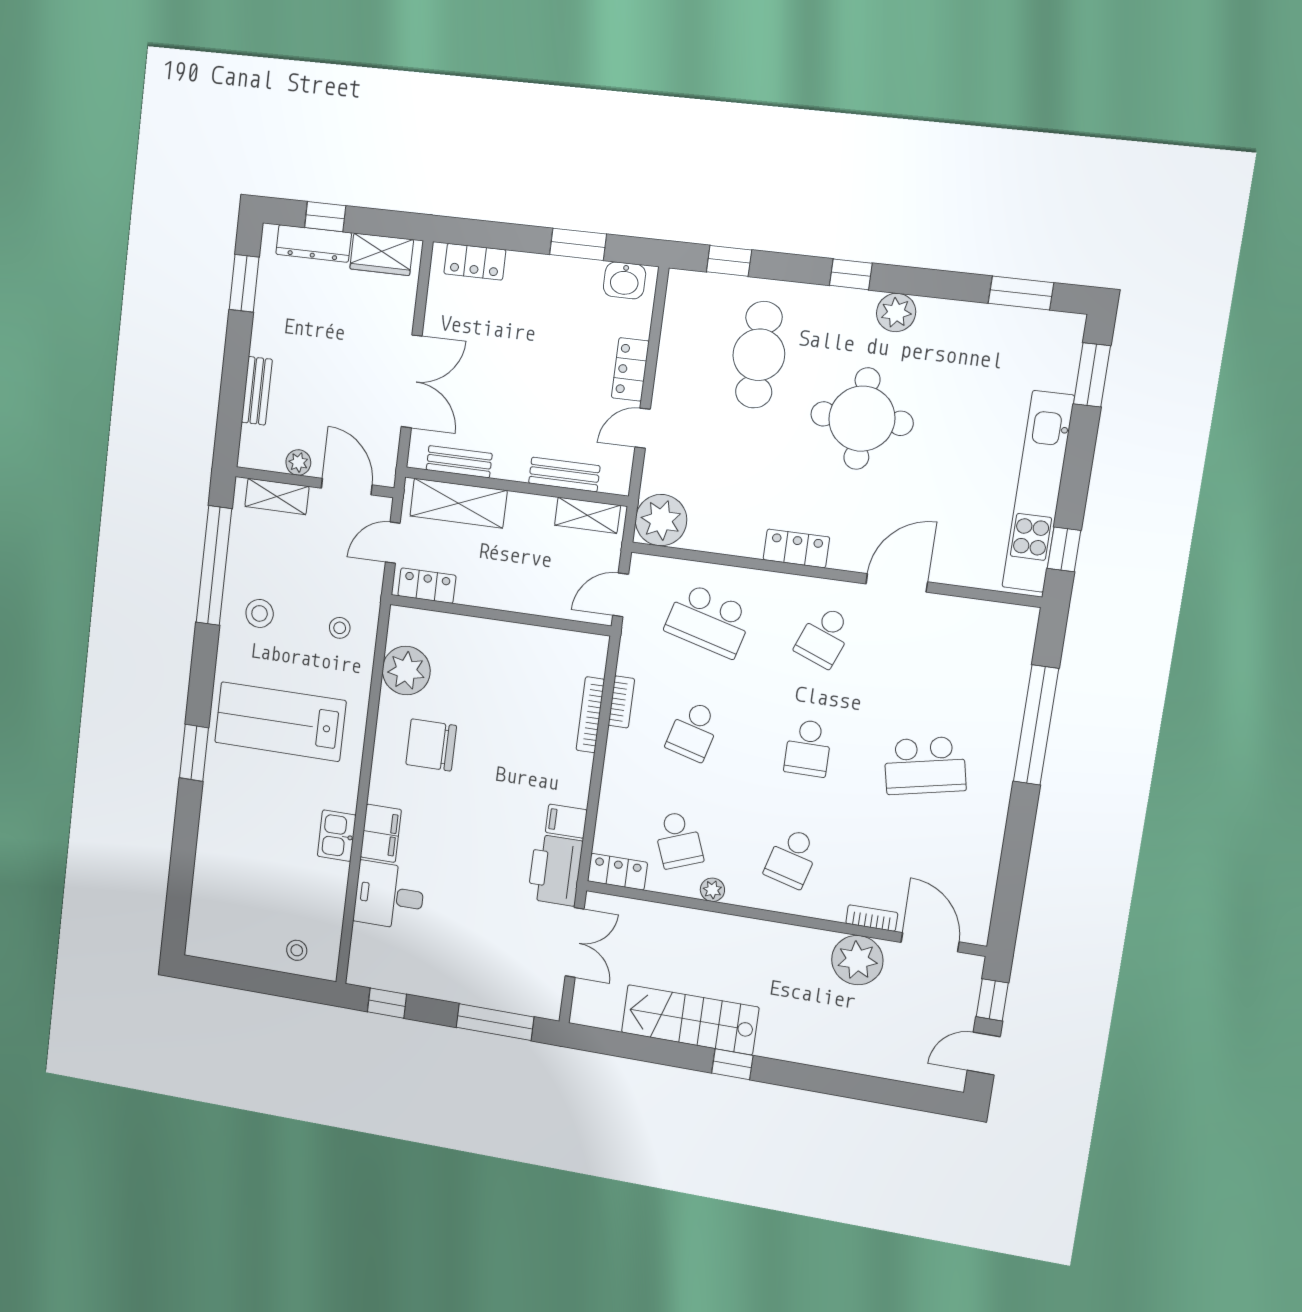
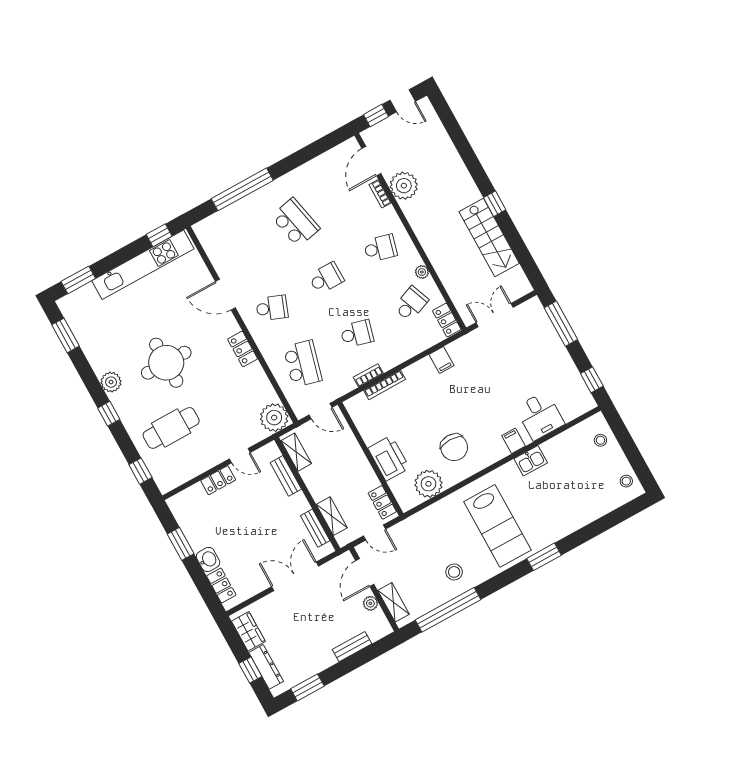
washbasin: (625, 280) -> (208, 560), moved
shelving: (458, 503) -> (332, 516), width x0.67, depth x0.75
stool: (340, 628) -> (626, 481), moved
filing cabinet: (381, 833) -> (513, 441), width x0.50
printer: (555, 870) -> (389, 458), moved, turned -90

